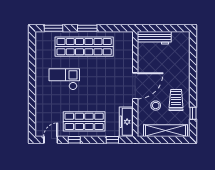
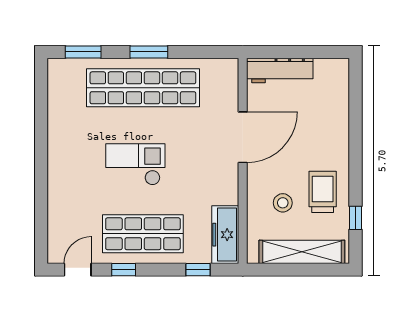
checkout: (64, 79) -> (135, 164), moved
door: (135, 86) -> (243, 137), moved

